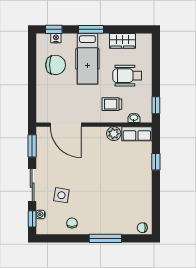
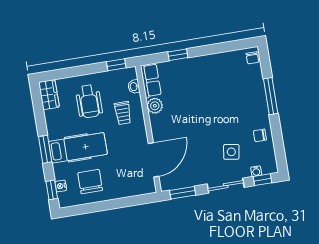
wardrobe: (123, 41) -> (49, 95), moved

